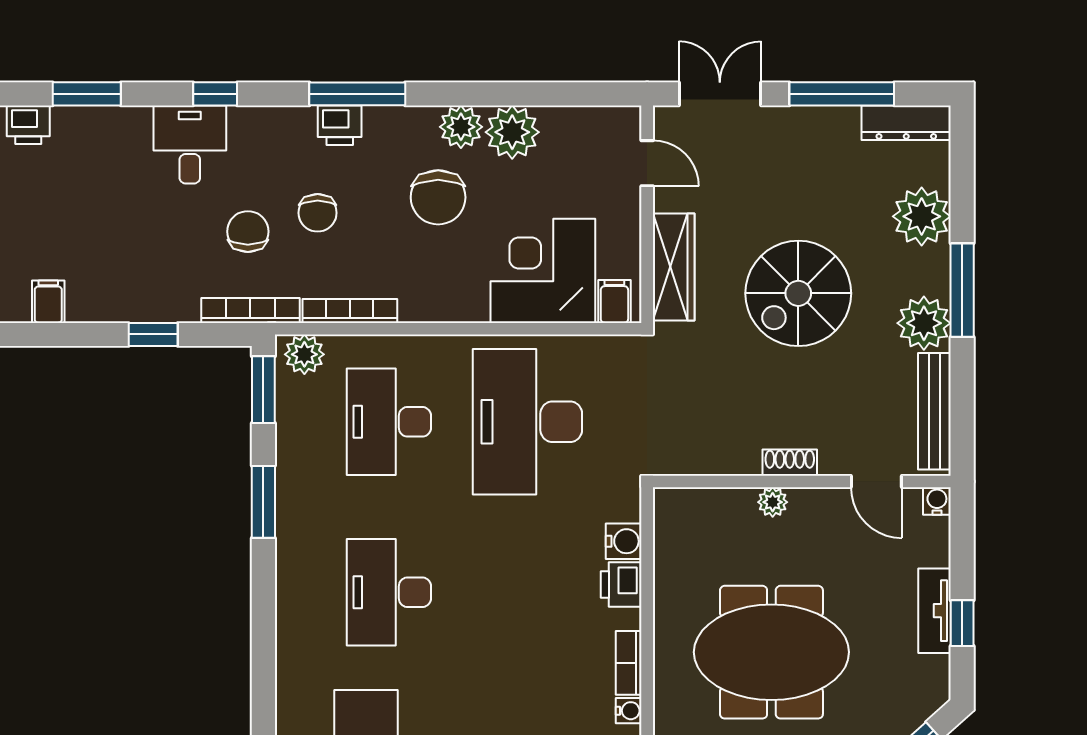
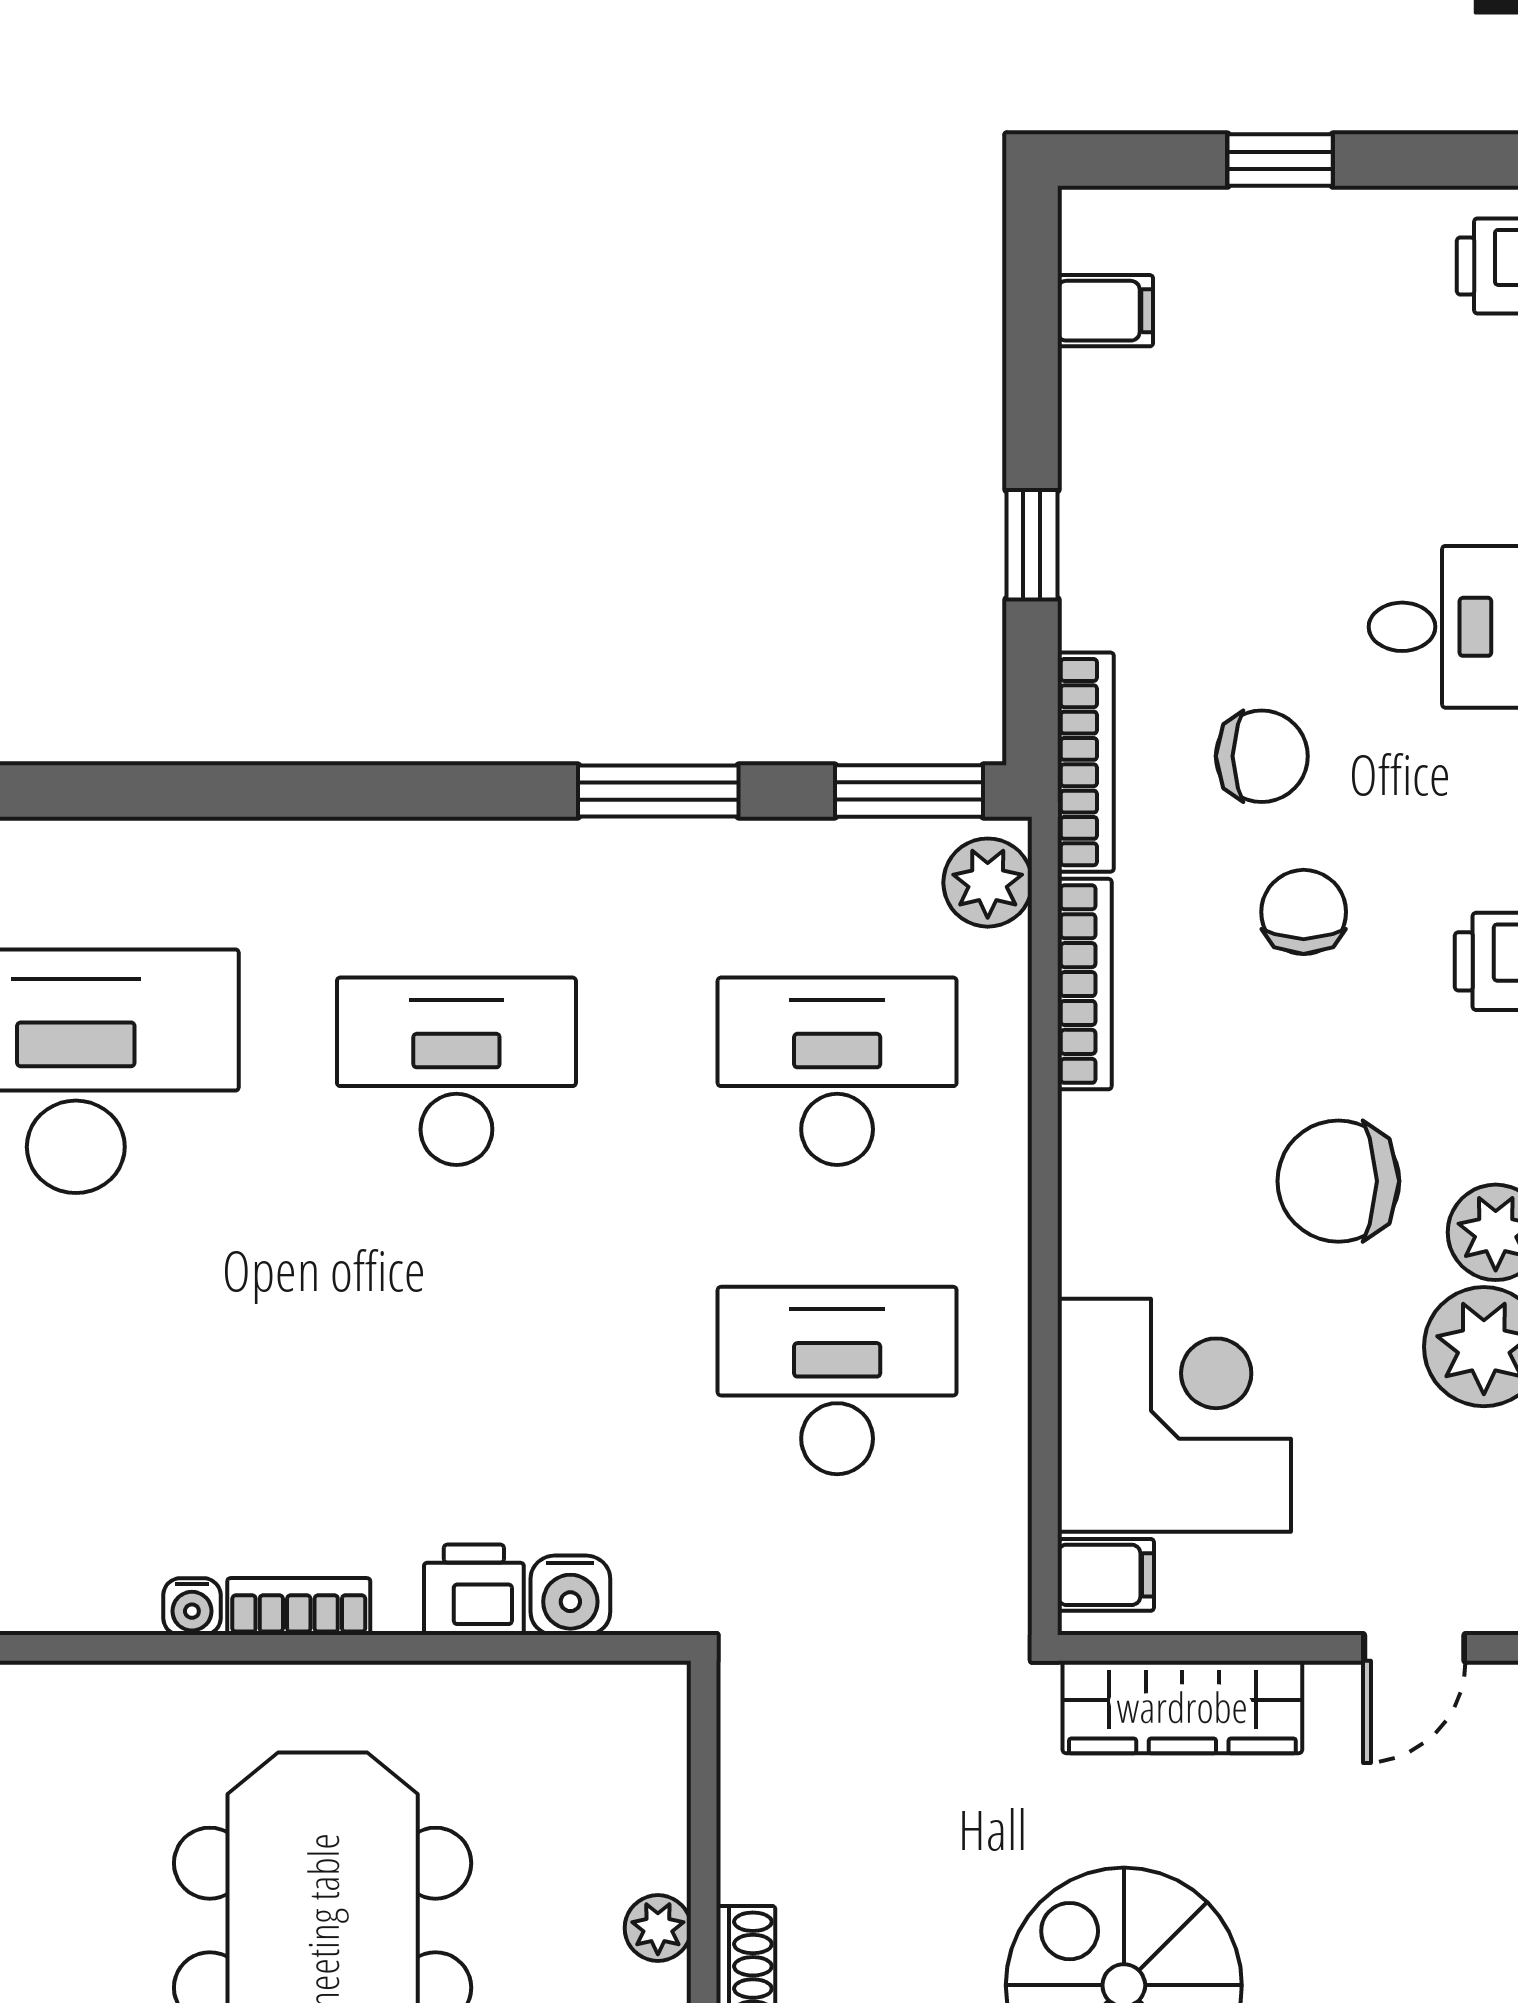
chair: (318, 213) -> (1304, 912), turned 90
desk: (527, 422) -> (837, 1380), width x0.73, depth x0.77

